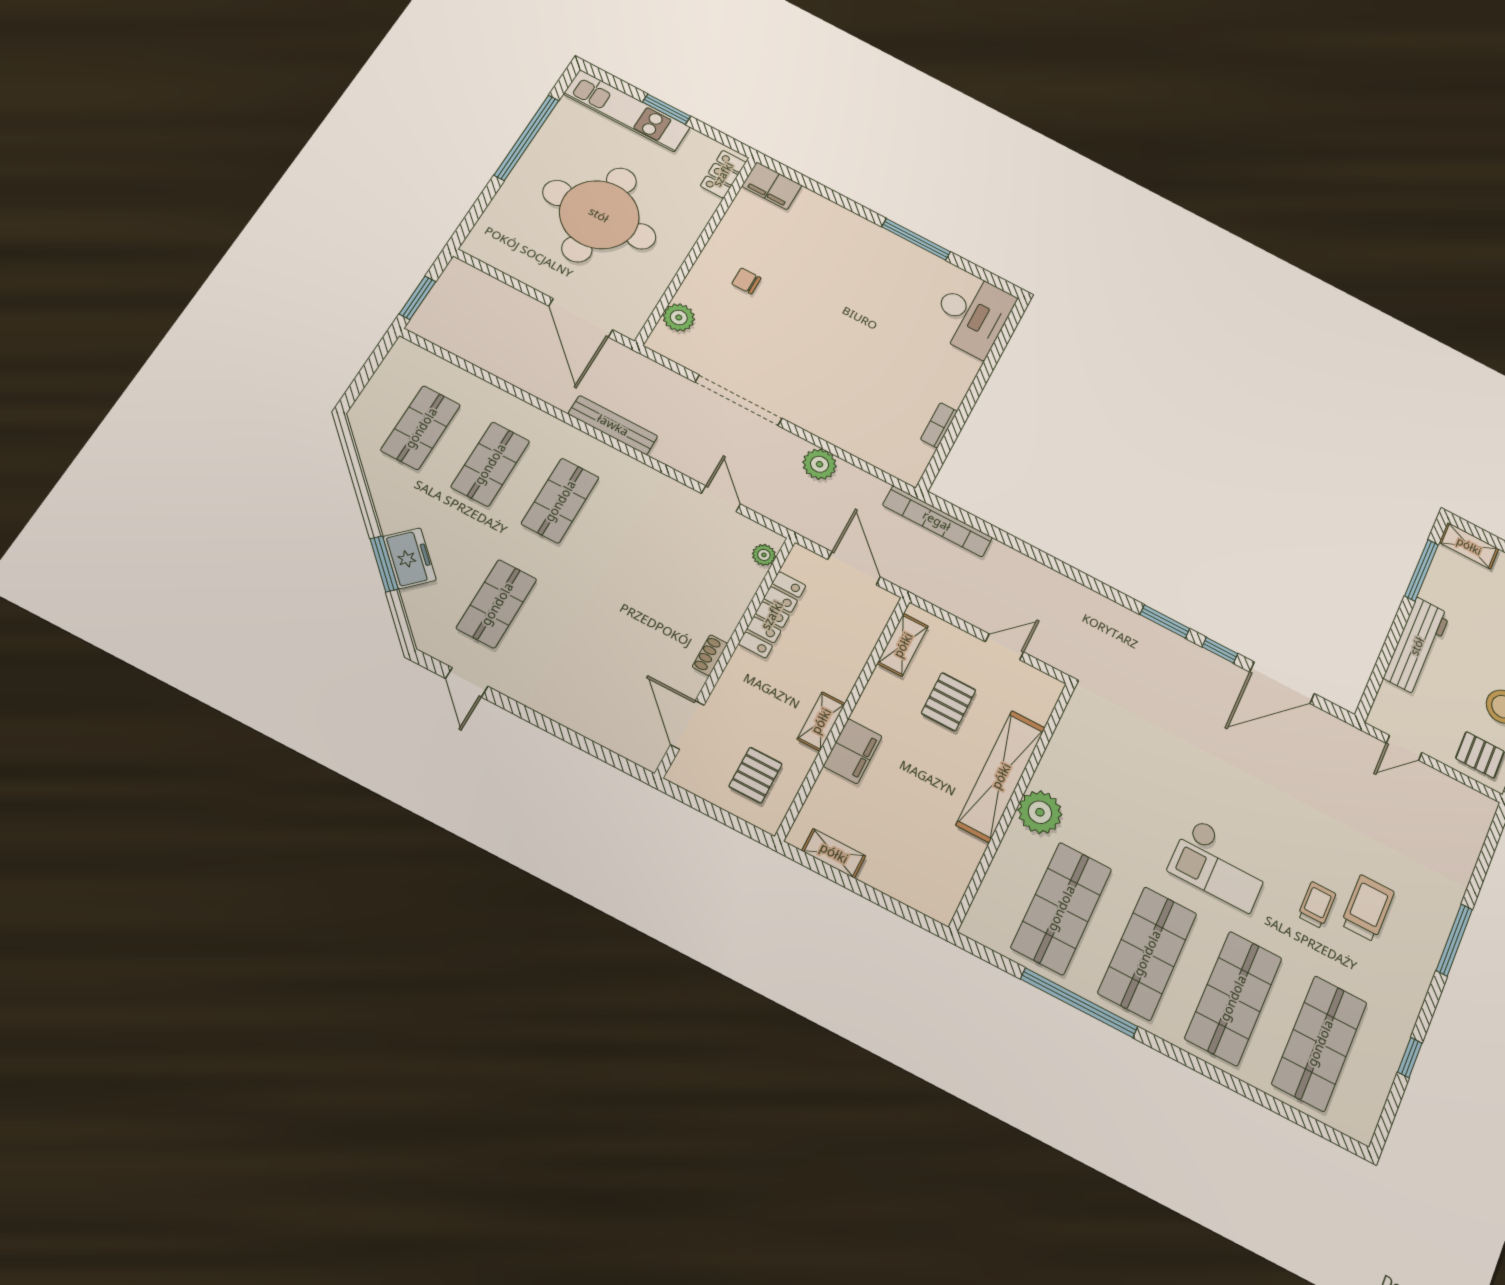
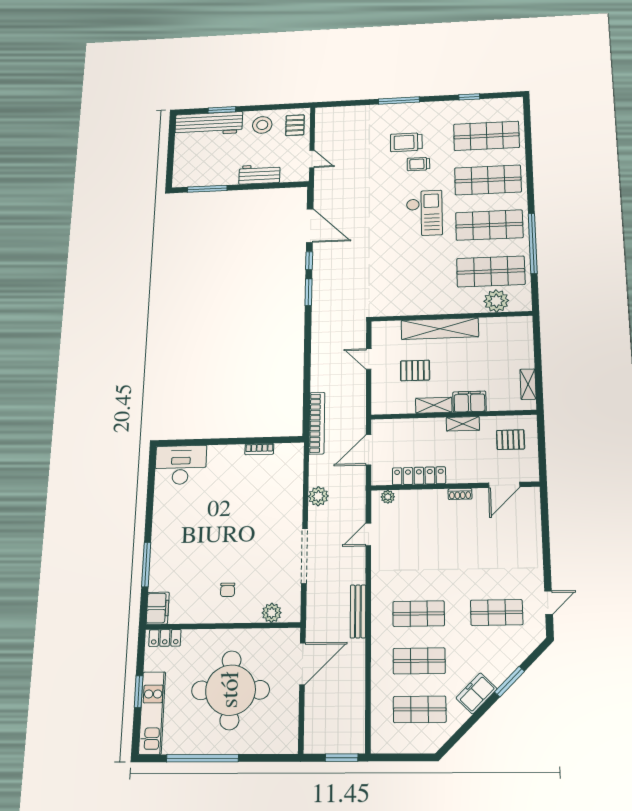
window: (916, 239) -> (146, 565), moved
shelving: (1469, 546) -> (180, 173), removed
freezer: (410, 558) -> (476, 693), moved
shelving: (903, 645) -> (434, 405), moved
workbench: (1417, 646) -> (259, 174), width x0.73
plant: (1040, 812) -> (496, 301), moved

